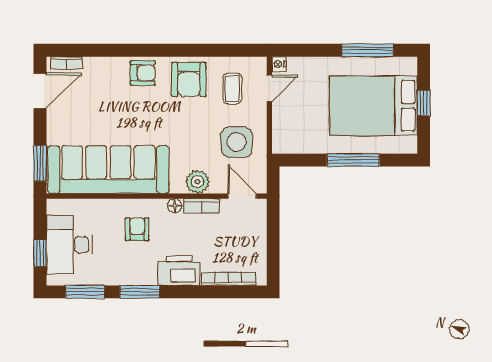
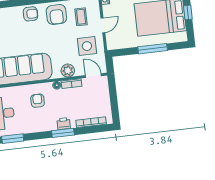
door: (269, 88) -> (103, 25), moved
printer: (179, 271) -> (64, 124), width x0.53, depth x0.68
window: (140, 292) -> (63, 133), moved

